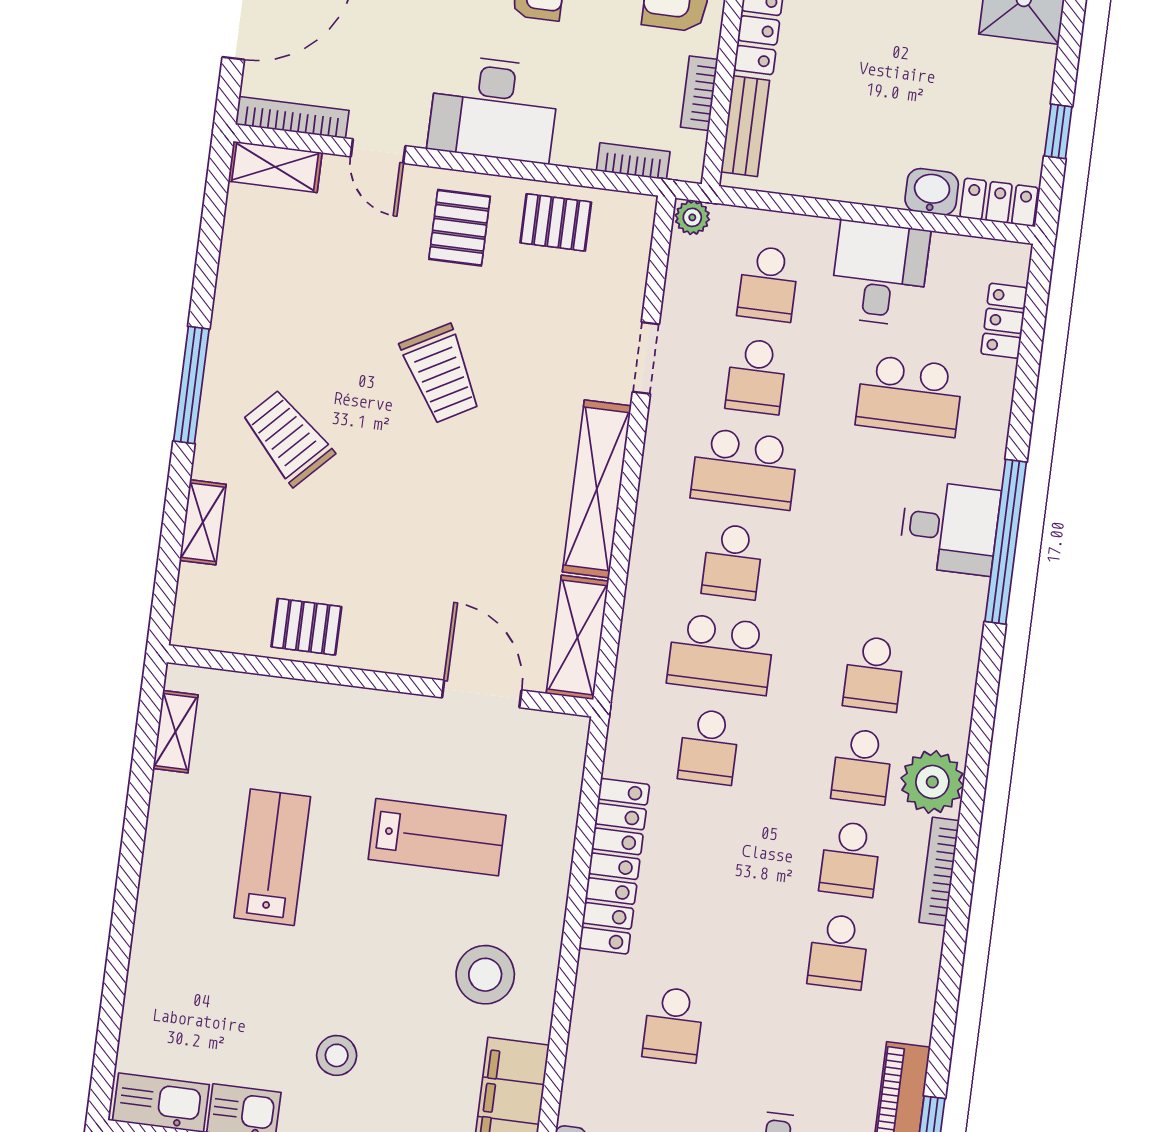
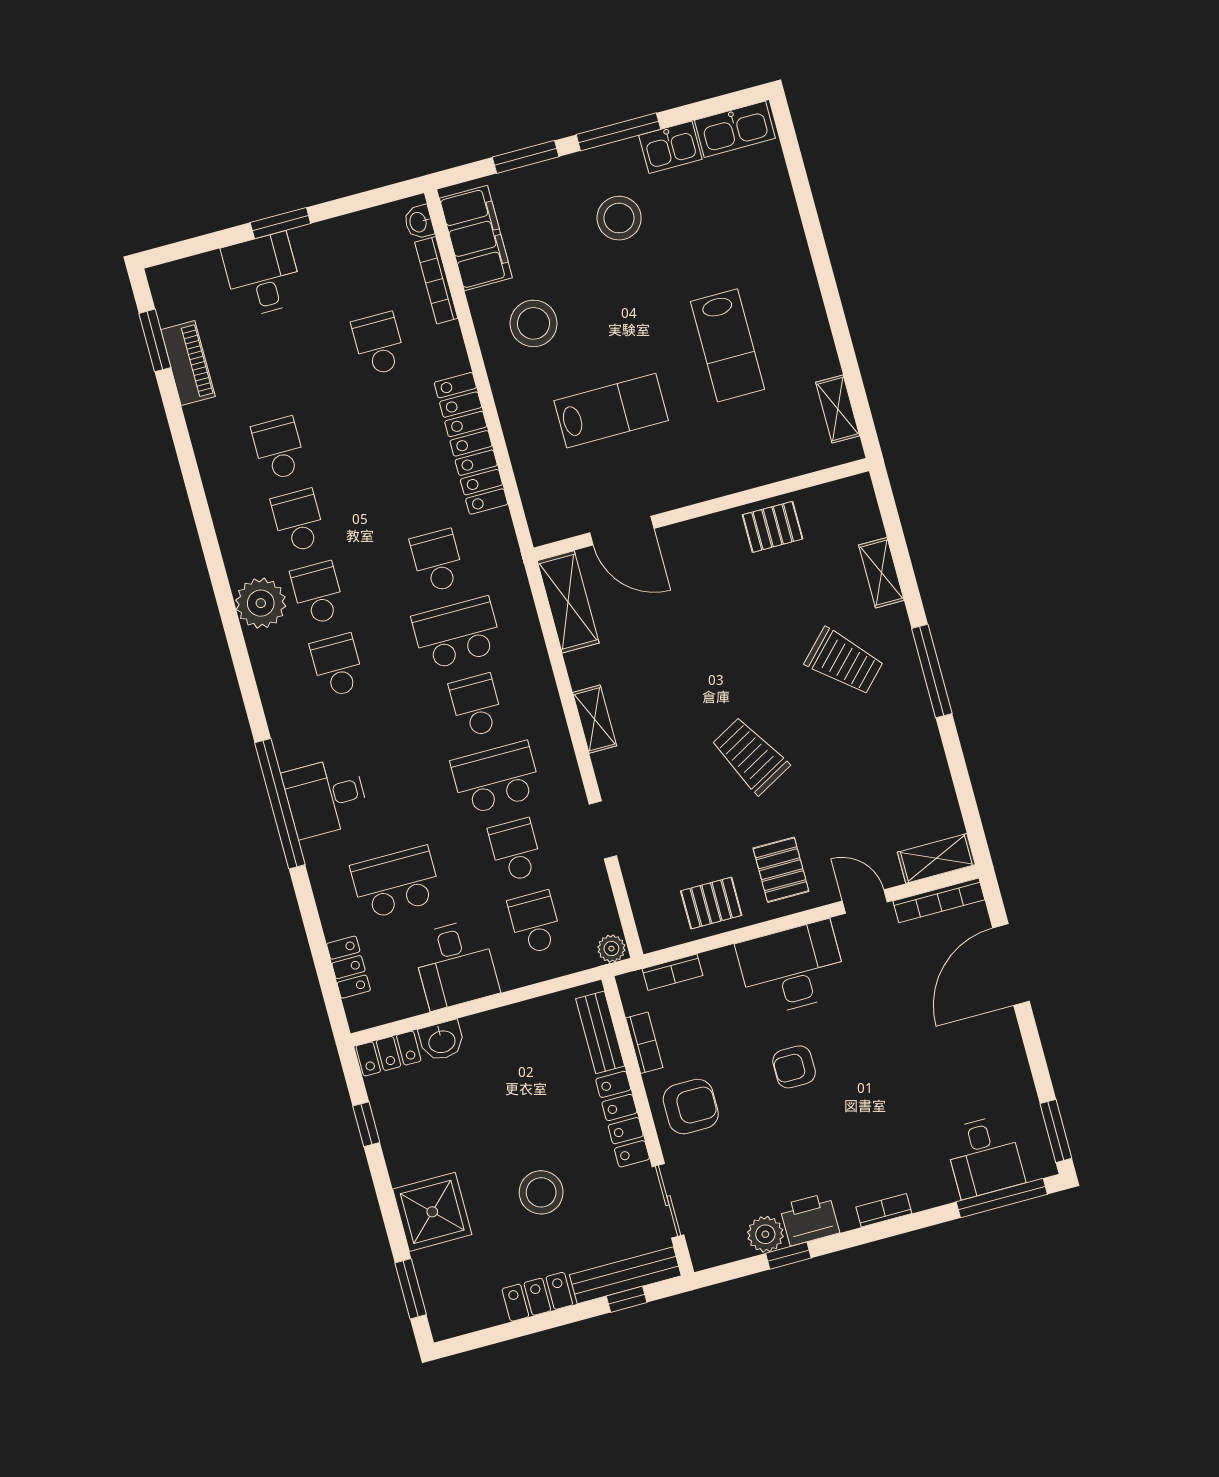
shelving: (597, 489) -> (595, 719), width x0.45, depth x0.75
lab bench: (437, 837) -> (611, 411), turned 180
bookcase: (939, 871) -> (436, 280), moved, turned 180
stool: (337, 1055) -> (619, 218), width x1.38, depth x1.38

